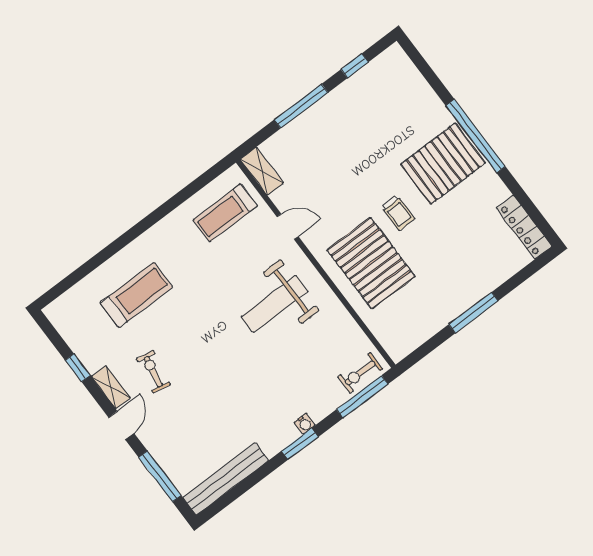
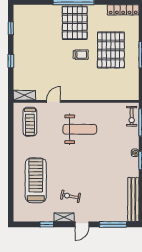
window: (301, 106) -> (11, 61), width x0.46
pallet: (371, 263) -> (111, 50), moved, turned 90
treadmill: (136, 295) -> (36, 180), width x1.37, depth x1.38
weight bench: (275, 304) -> (80, 129), turned -90
door: (121, 425) -> (82, 224), swing flipped

